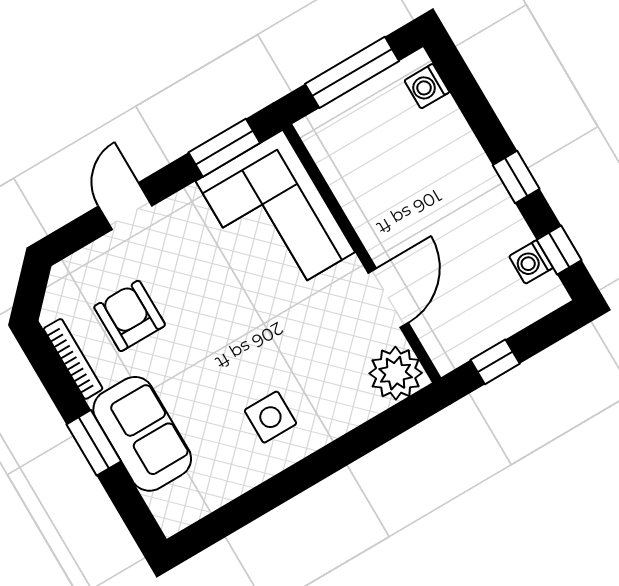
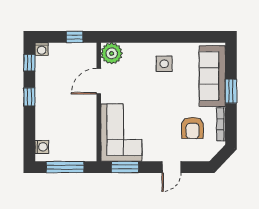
washing machine: (531, 262) -> (42, 49), moved, turned 90
sofa: (142, 434) -> (212, 76), width x1.36

